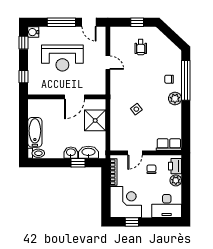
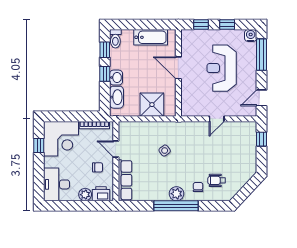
window: (61, 22) -> (262, 55), moved
window: (137, 22) -> (262, 139), moved
window: (23, 43) -> (227, 25), moved
wheelchair: (141, 47) -> (217, 180), moved
window: (186, 80) -> (176, 206), moved
door: (74, 97) -> (178, 68), moved
bathtub: (35, 132) -> (151, 37), moved
row of seats: (169, 145) -> (125, 180), width x1.48
window: (46, 163) -> (105, 50), added
window: (78, 163) -> (105, 74), moved

